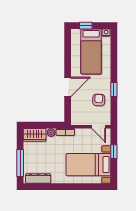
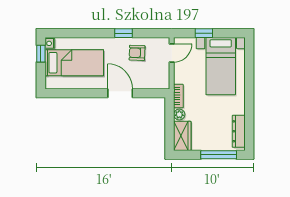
window: (86, 26) -> (41, 54), moved

